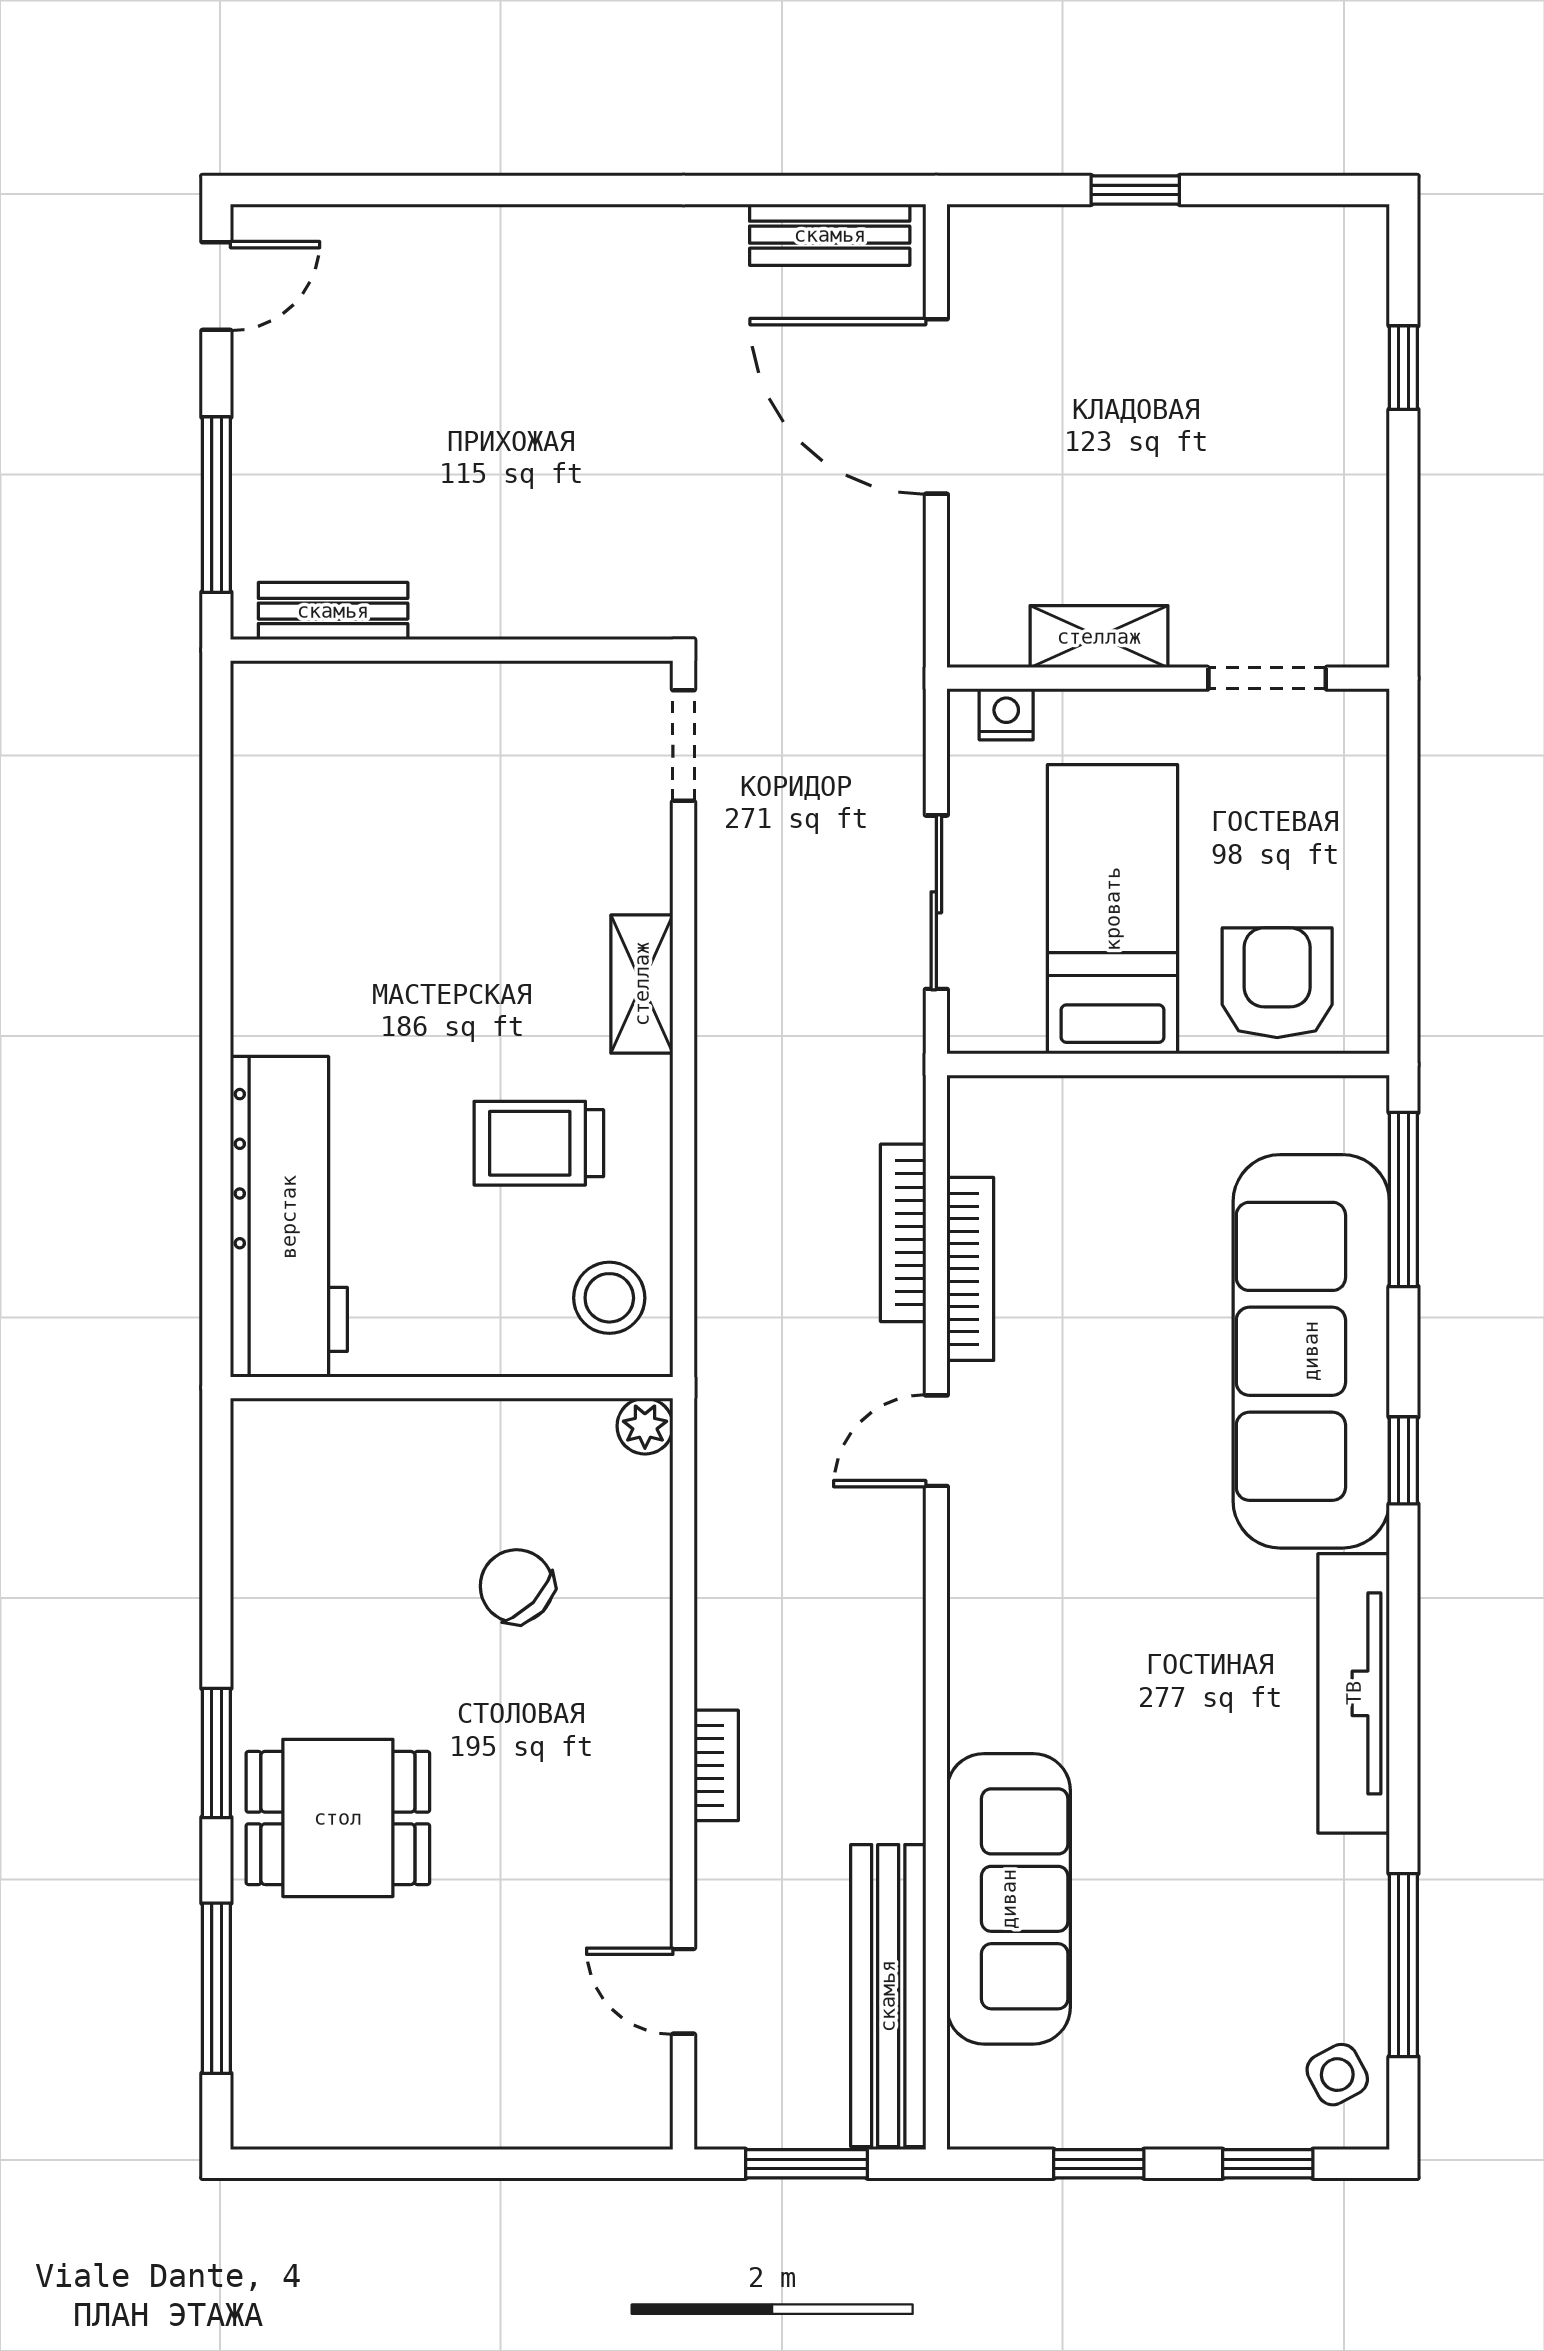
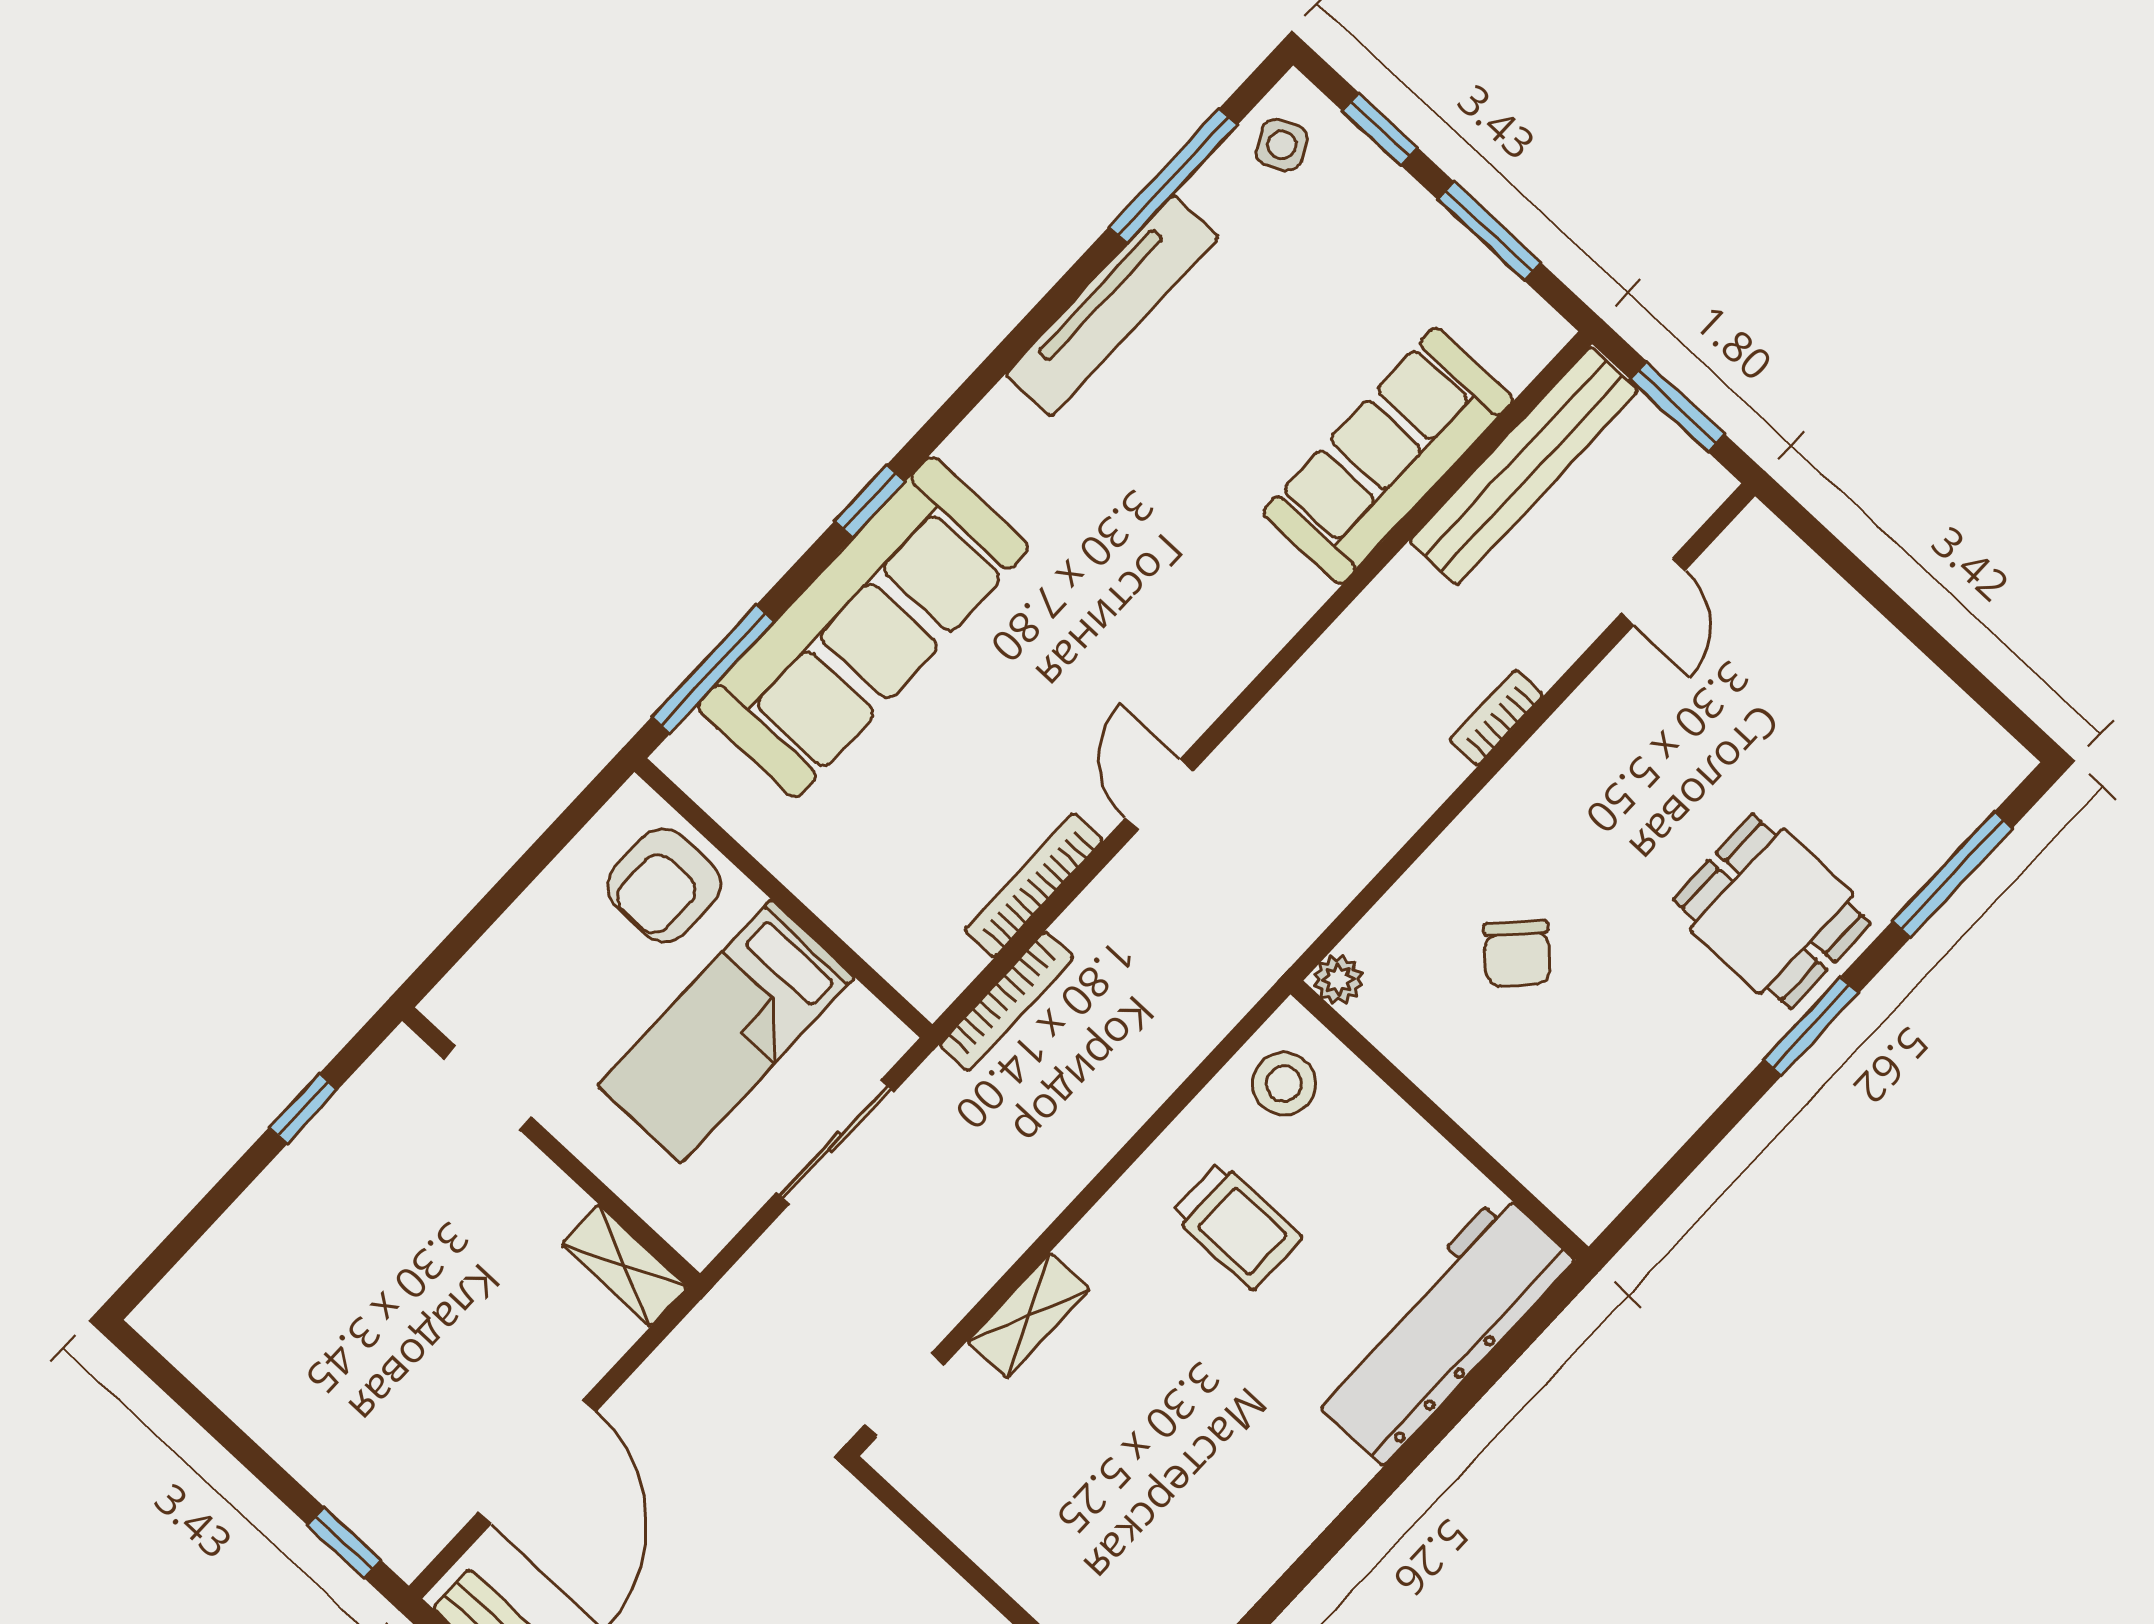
window: (1135, 190) -> (344, 1542), moved
window: (1403, 368) -> (303, 1108), moved
shelving: (1099, 637) -> (624, 1265), moved
nightstand: (1006, 714) -> (677, 1221), removed
shelving: (642, 984) -> (1028, 1315), moved
bookcase: (903, 1233) -> (1007, 1001), moved
door: (936, 1441) -> (1159, 795), swing flipped
tv unit: (1354, 1693) -> (1112, 306), moved
window: (1099, 2164) -> (1489, 231), width x1.50

